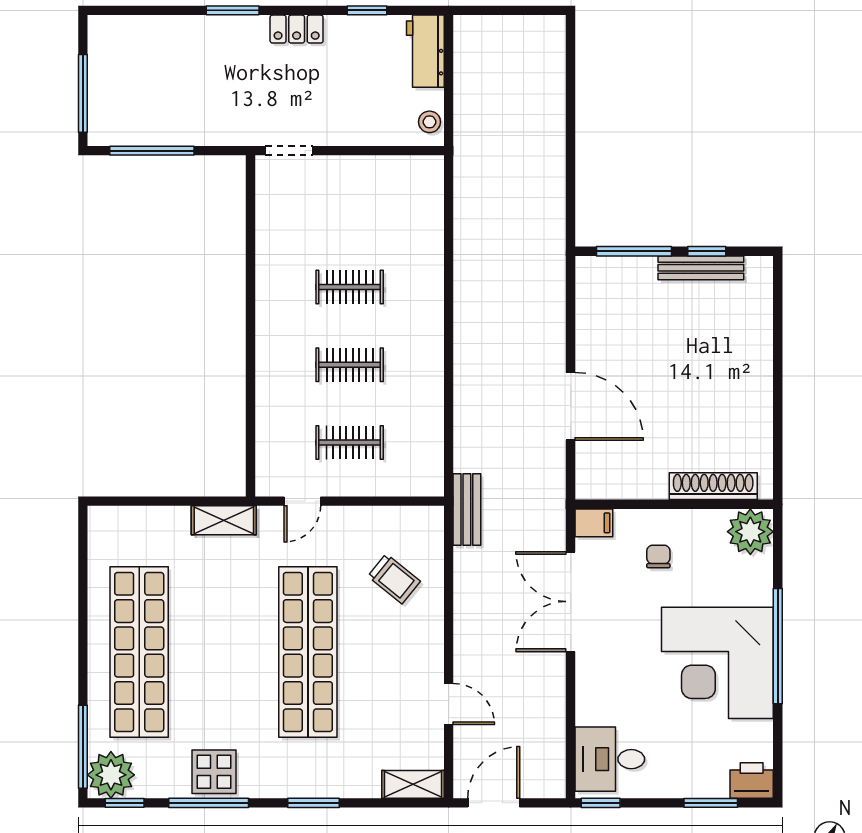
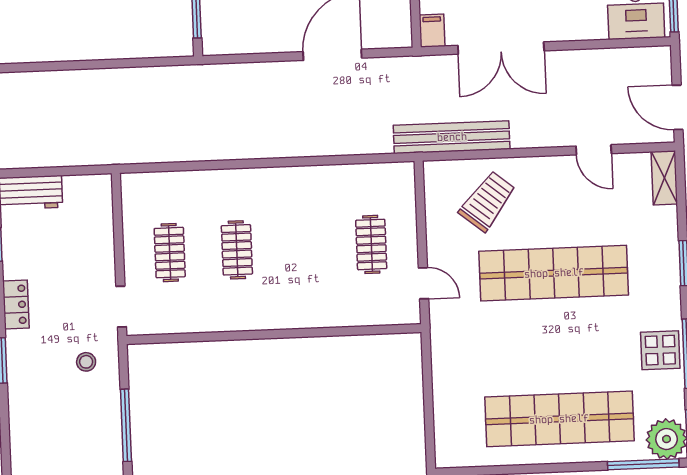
stool: (429, 122) -> (86, 362), moved
clothes rail: (350, 365) -> (170, 253), moved
bench: (467, 509) -> (452, 137), width x1.86, depth x1.21
shelving: (224, 520) -> (443, 350), removed
trolley: (394, 579) -> (487, 201), width x1.36, depth x1.39
door: (449, 704) -> (594, 150), swing flipped

